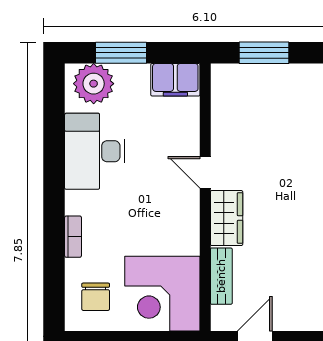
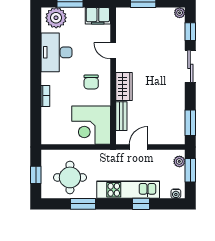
door: (205, 172) -> (113, 51), moved
chair: (96, 297) -> (91, 82), moved

